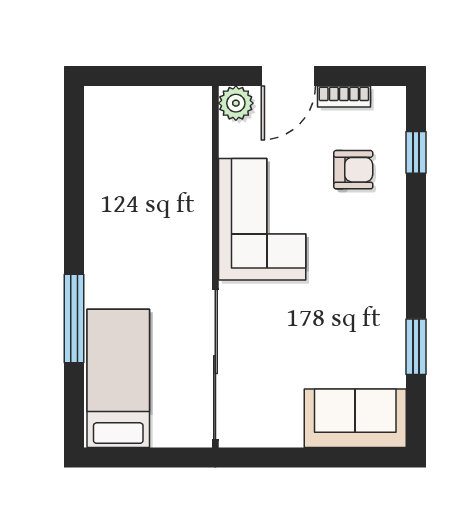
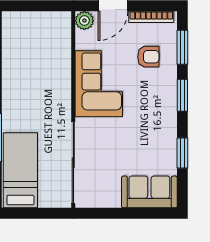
bookcase: (344, 96) -> (151, 17), width x1.56
window: (416, 152) -> (182, 47), width x1.50
window: (416, 240) -> (182, 95), added

